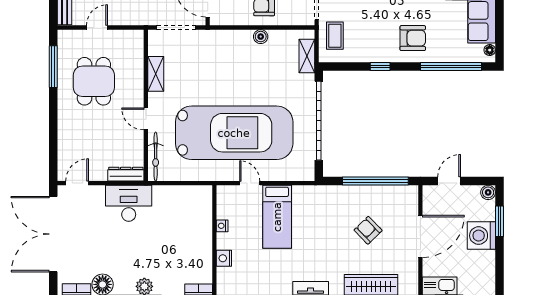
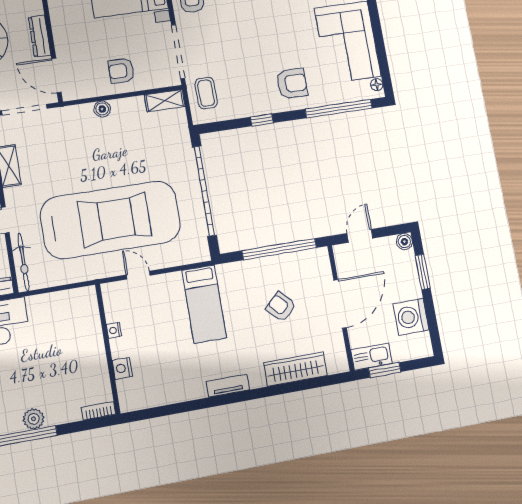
boiler: (261, 37) -> (102, 109), moved
shelving: (307, 56) -> (165, 101), moved, turned 90
bed: (277, 217) -> (204, 304), moved
washing machine: (481, 236) -> (411, 317), moved

